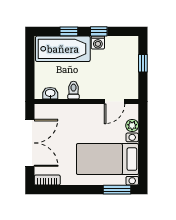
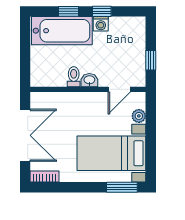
window: (143, 63) -> (151, 60), moved
washbasin: (50, 93) -> (89, 80), moved

